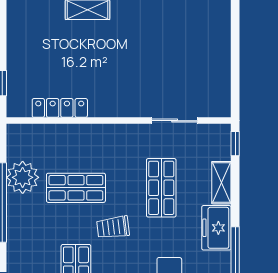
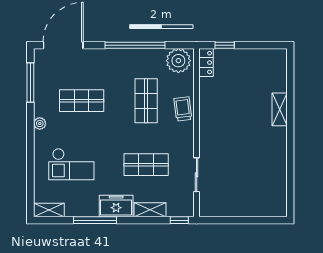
locker: (60, 108) -> (206, 63), moved, width x0.66
plant: (23, 177) -> (178, 61), moved
trolley: (113, 227) -> (183, 109), moved

